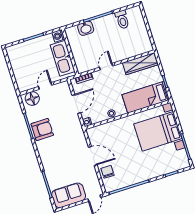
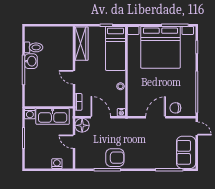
washbasin: (86, 28) -> (31, 61), moved
washing machine: (19, 76) -> (57, 164), added
floor lamp: (32, 98) -> (82, 125), moved
armchair: (42, 129) -> (115, 158), turned 90
bed with nightstands: (158, 131) -> (160, 47), width x1.36

